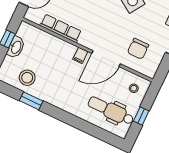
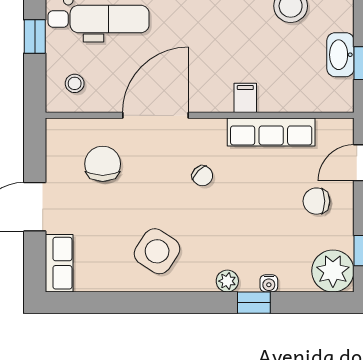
chair: (98, 24) -> (202, 176), added
filing cabinet: (80, 55) -> (245, 98), moved

